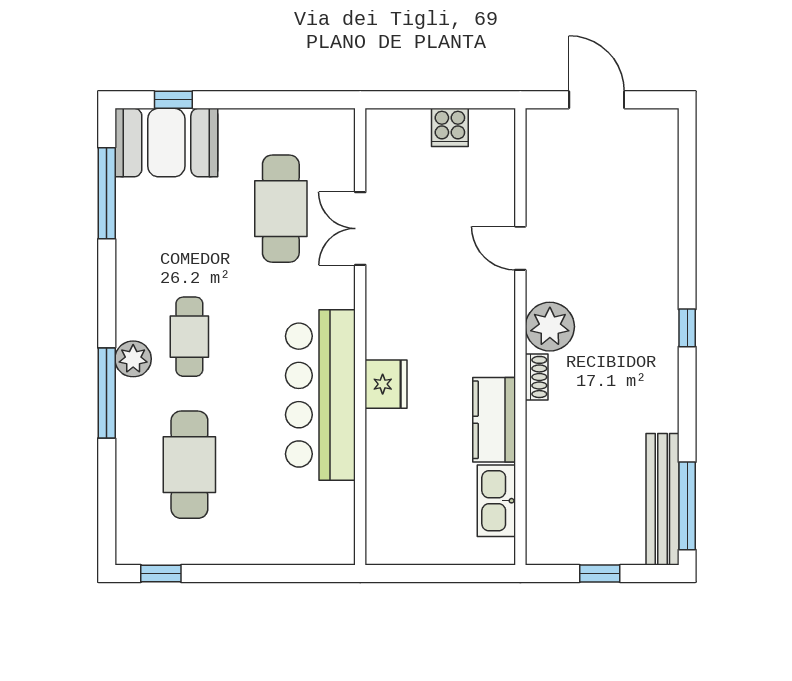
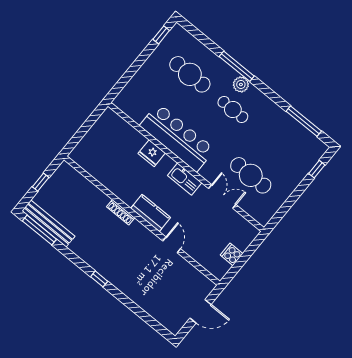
booth: (166, 143) -> (304, 155), removed
door: (520, 248) -> (172, 245), hinge flipped
plant: (550, 327) -> (137, 233), removed
shoe rack: (537, 377) -> (121, 212), width x1.43
fridge: (386, 384) -> (152, 153), moved
kitchen counter: (494, 420) -> (151, 213), moved
kitchen sink: (496, 501) -> (185, 179), moved, turned 180

